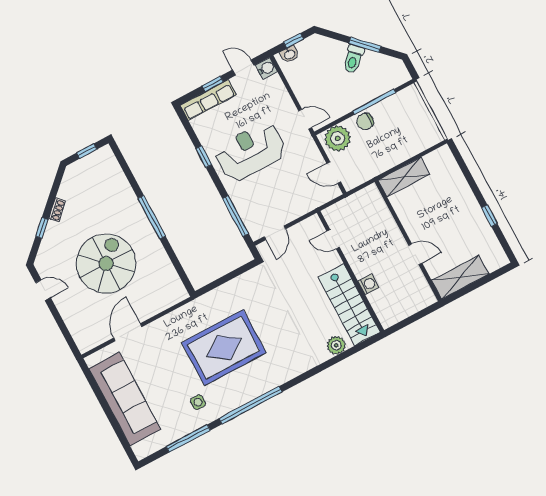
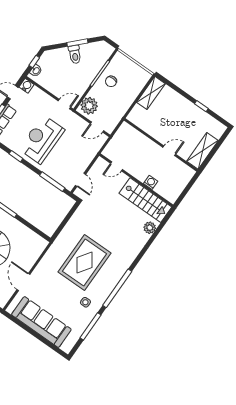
chair: (365, 121) -> (111, 81), moved
shelving: (404, 177) -> (151, 93), moved

